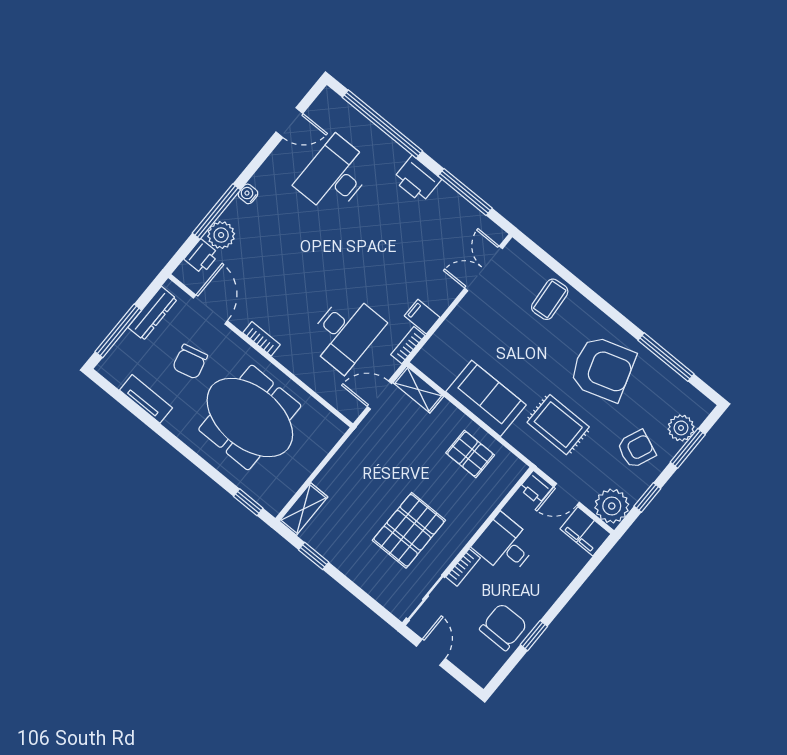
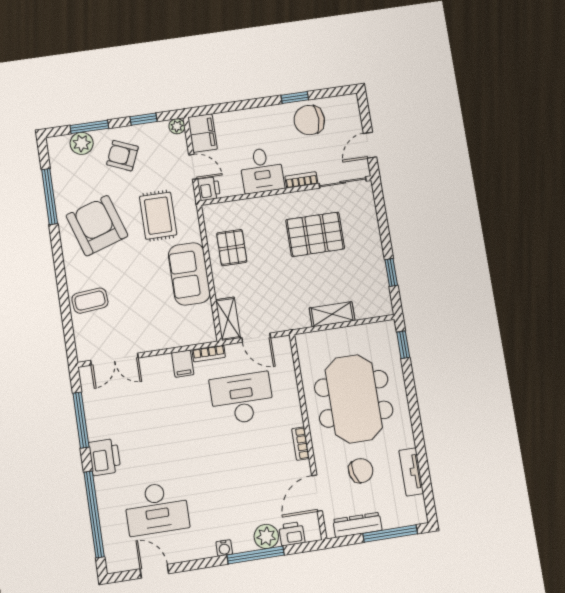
plant: (612, 506) -> (177, 126), width x0.53, depth x0.53
shelving: (304, 509) -> (332, 314), moved

